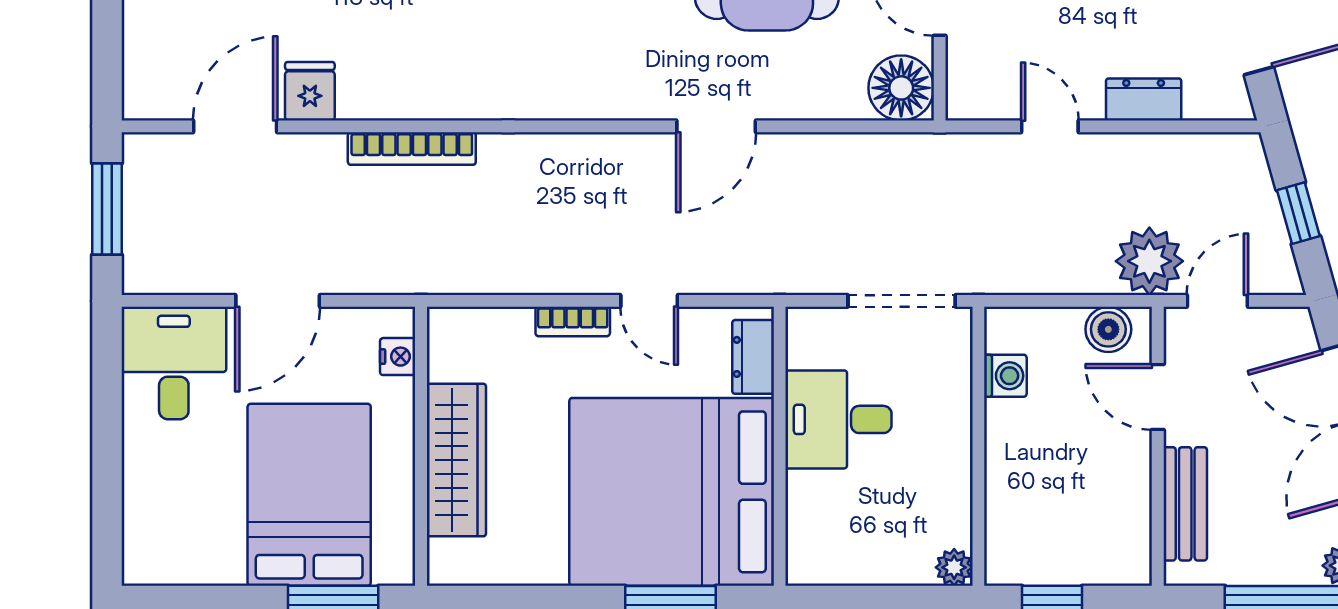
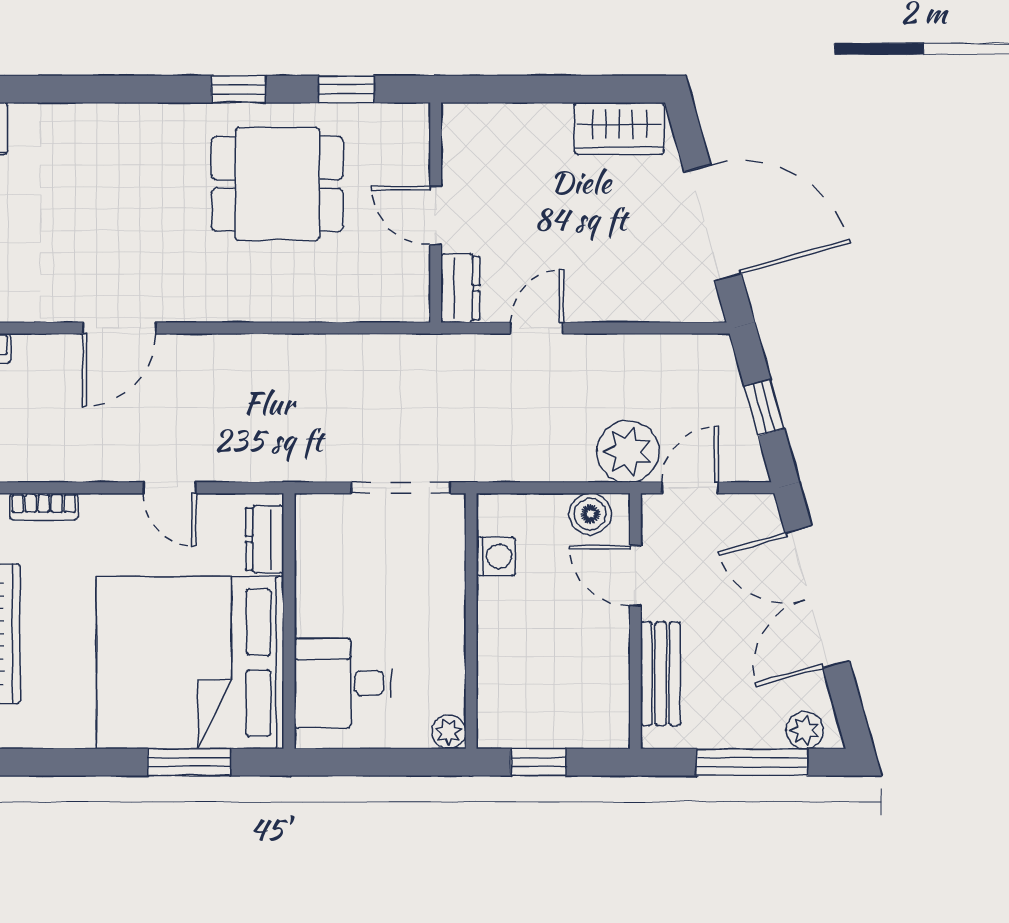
floor lamp: (901, 88) -> (400, 293), removed
dresser: (1144, 99) -> (460, 288), moved, turned 90
door: (716, 126) -> (119, 328), moved
door: (1050, 126) -> (537, 328), hinge flipped
bookcase: (573, 321) -> (44, 507), moved
desk: (838, 419) -> (343, 683), moved

